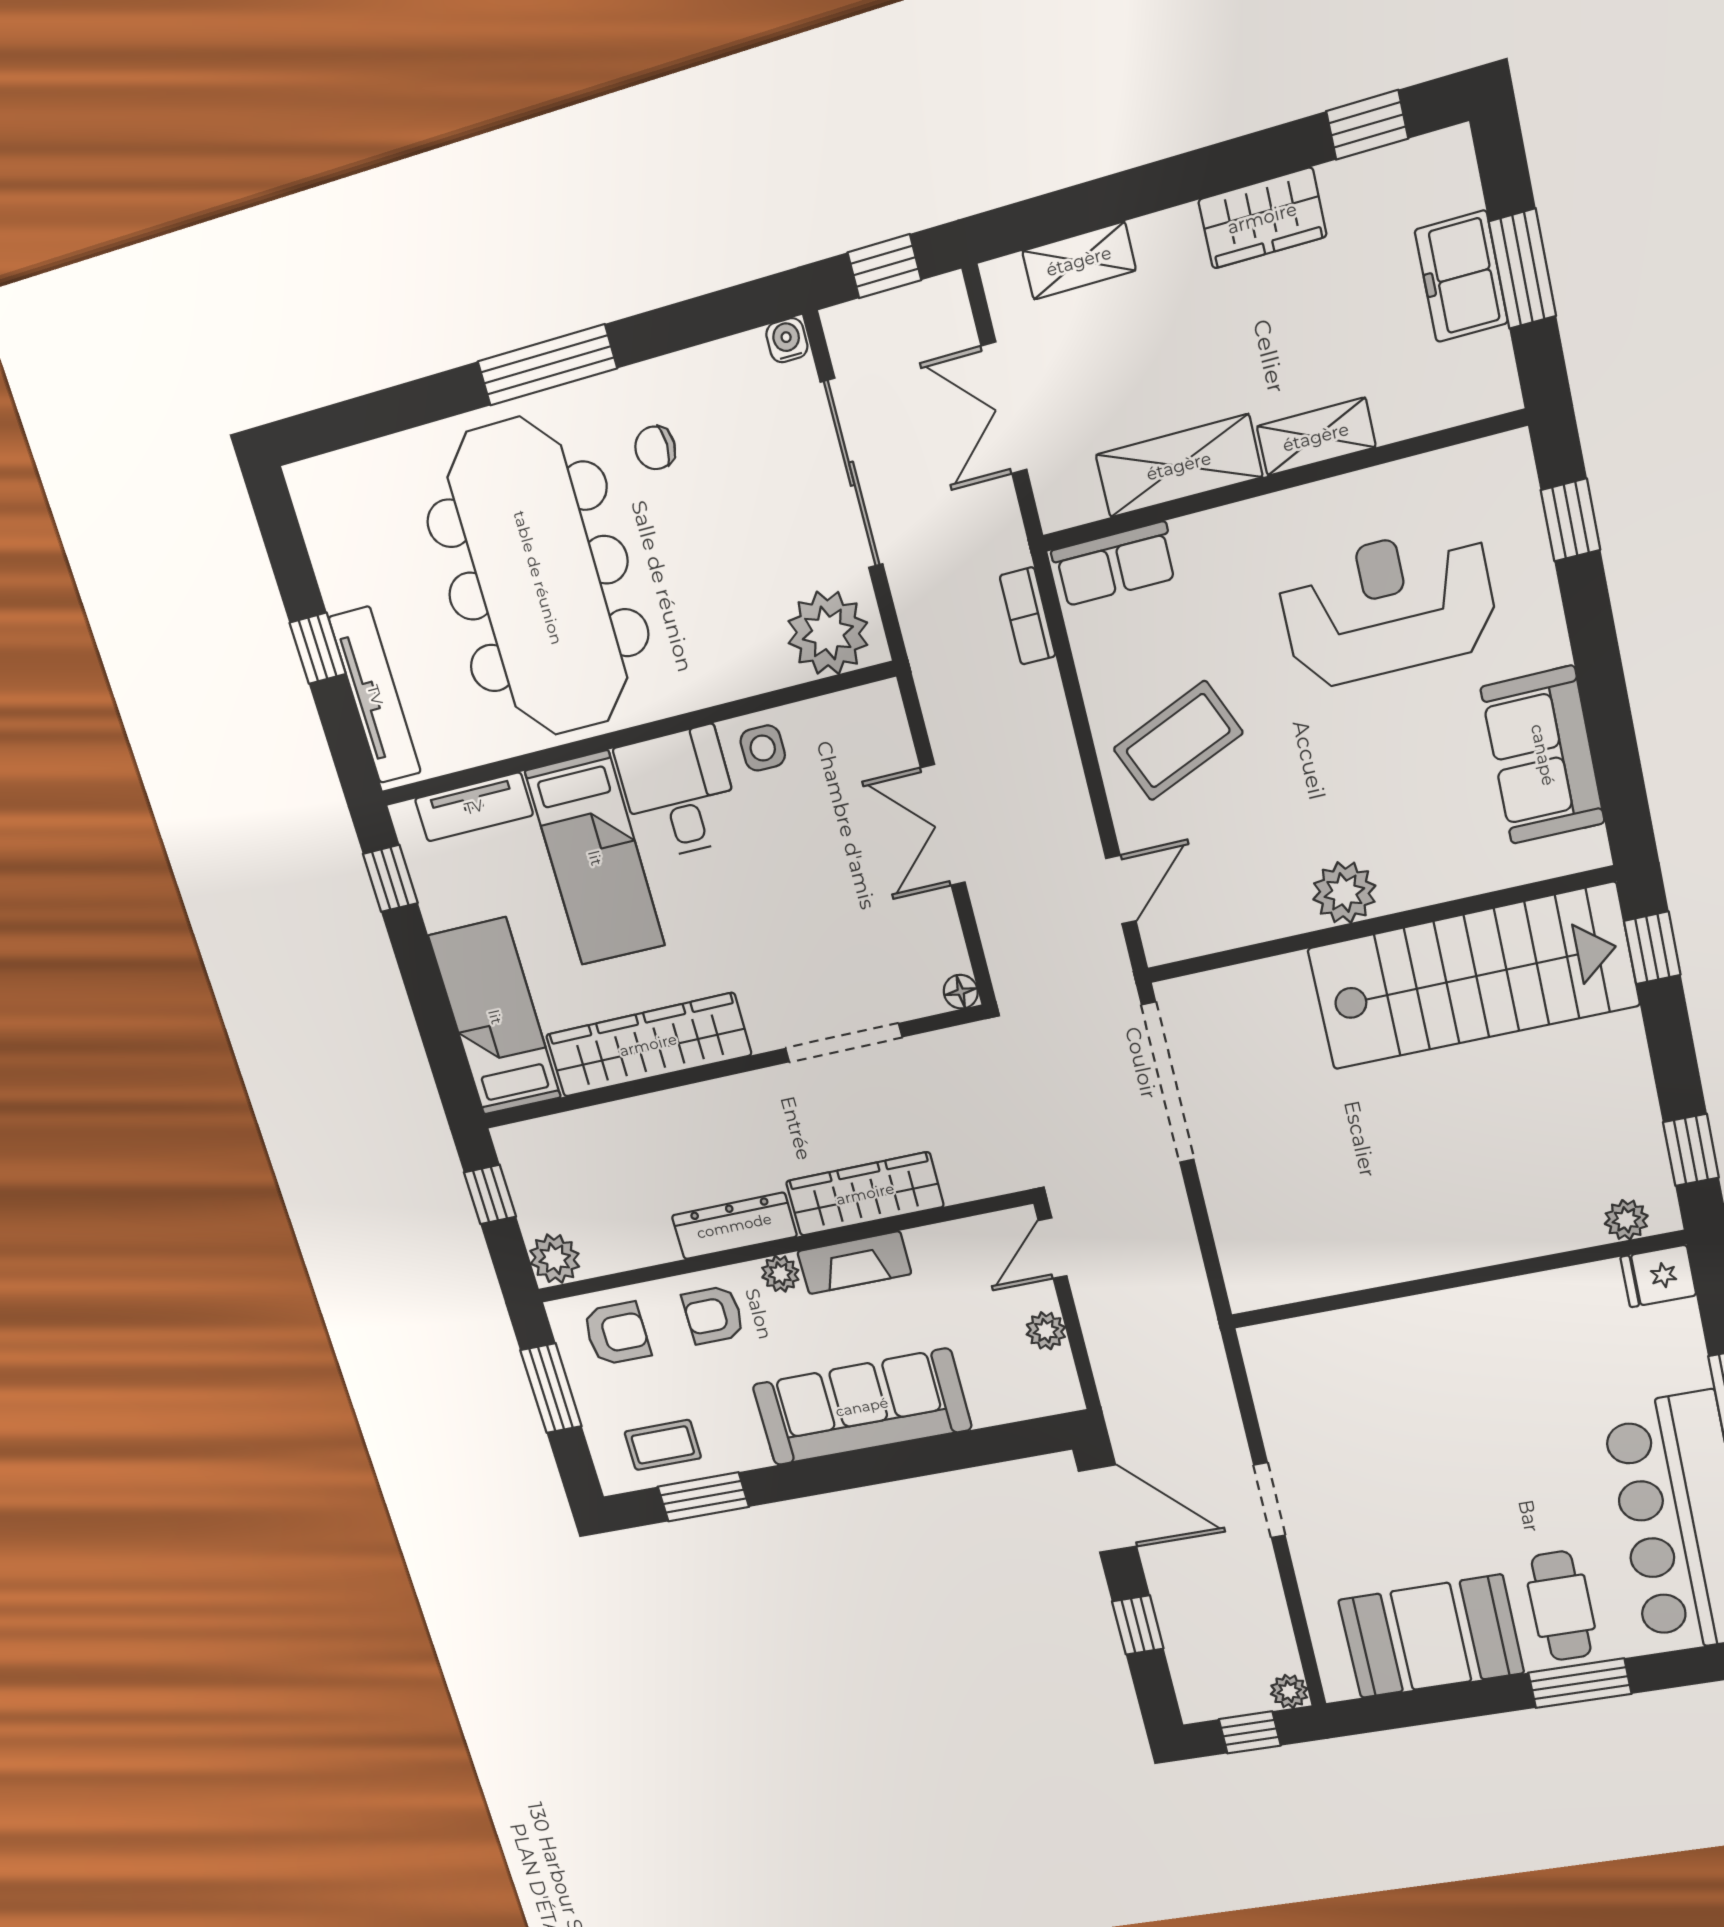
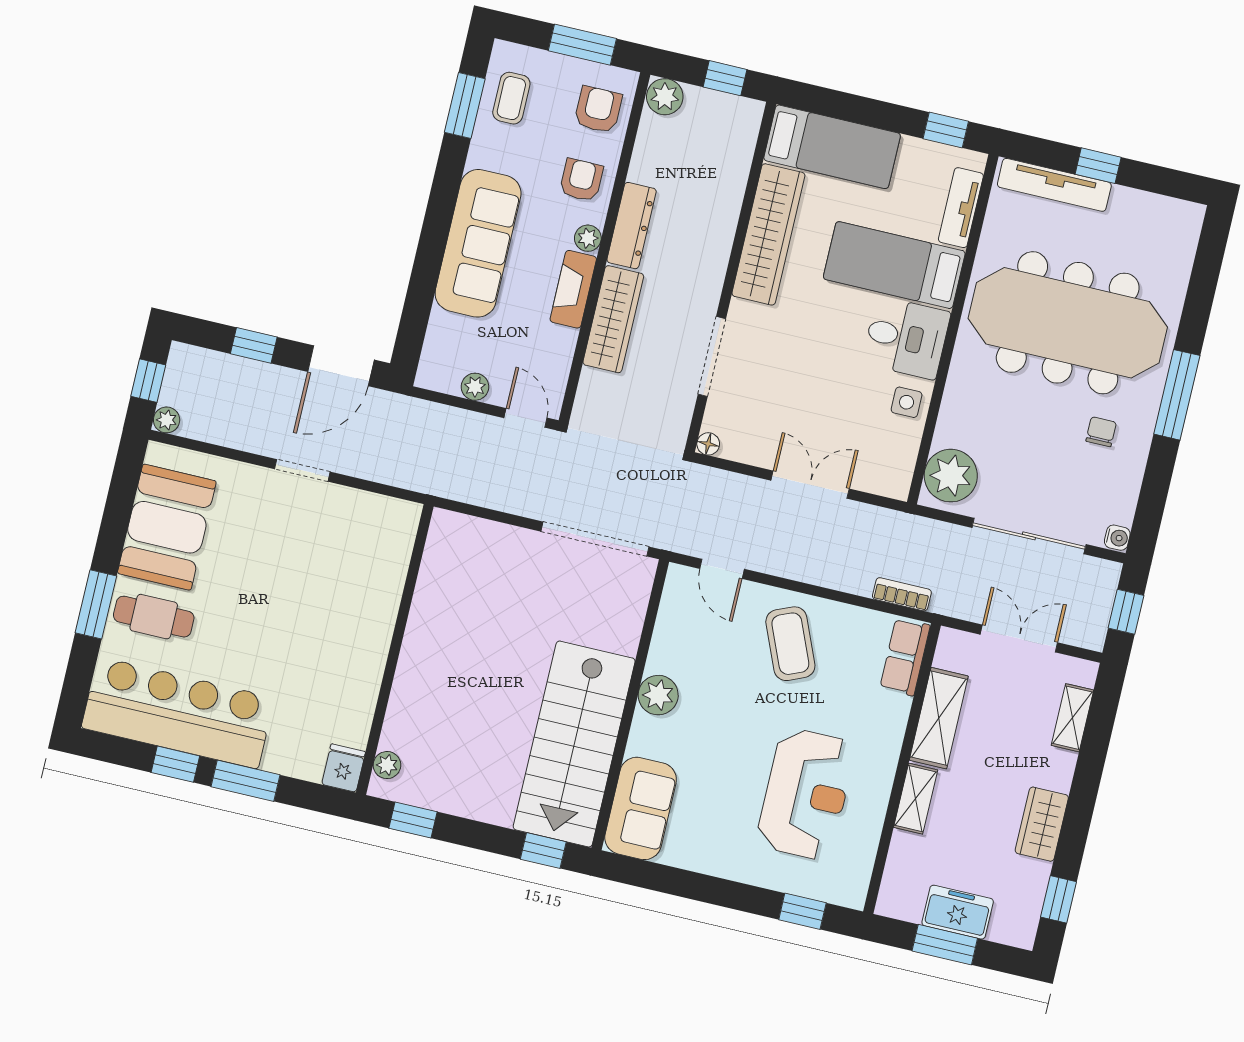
sofa: (1543, 755) -> (641, 808), moved, turned 90
armchair: (617, 1334) -> (598, 110), turned 180

